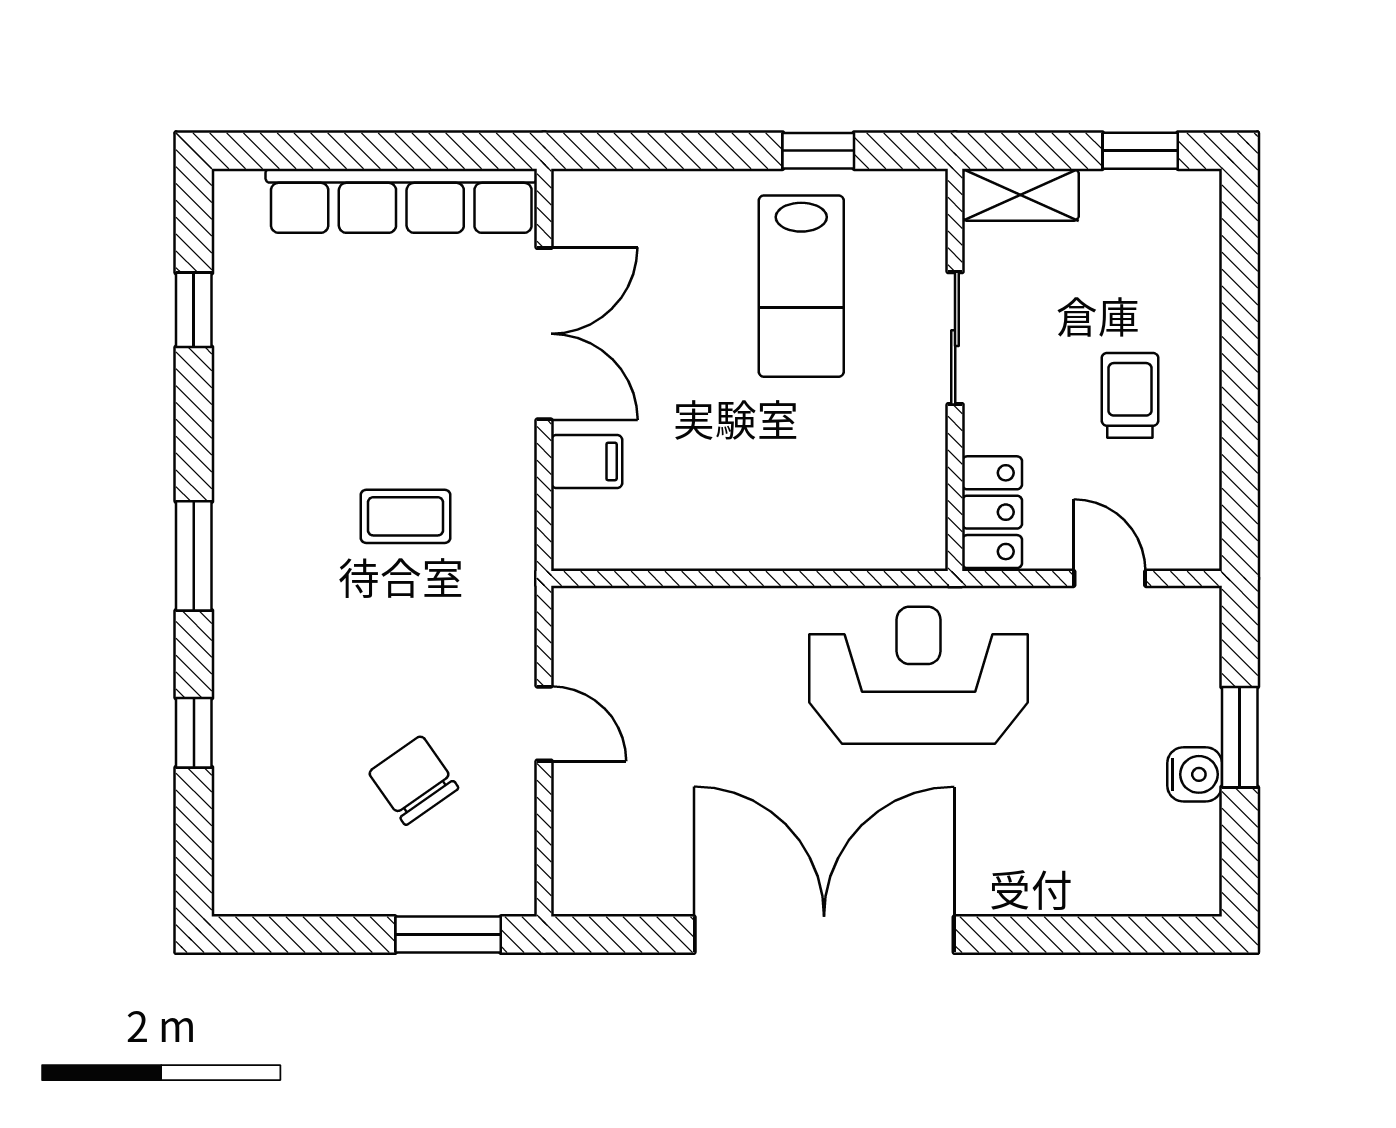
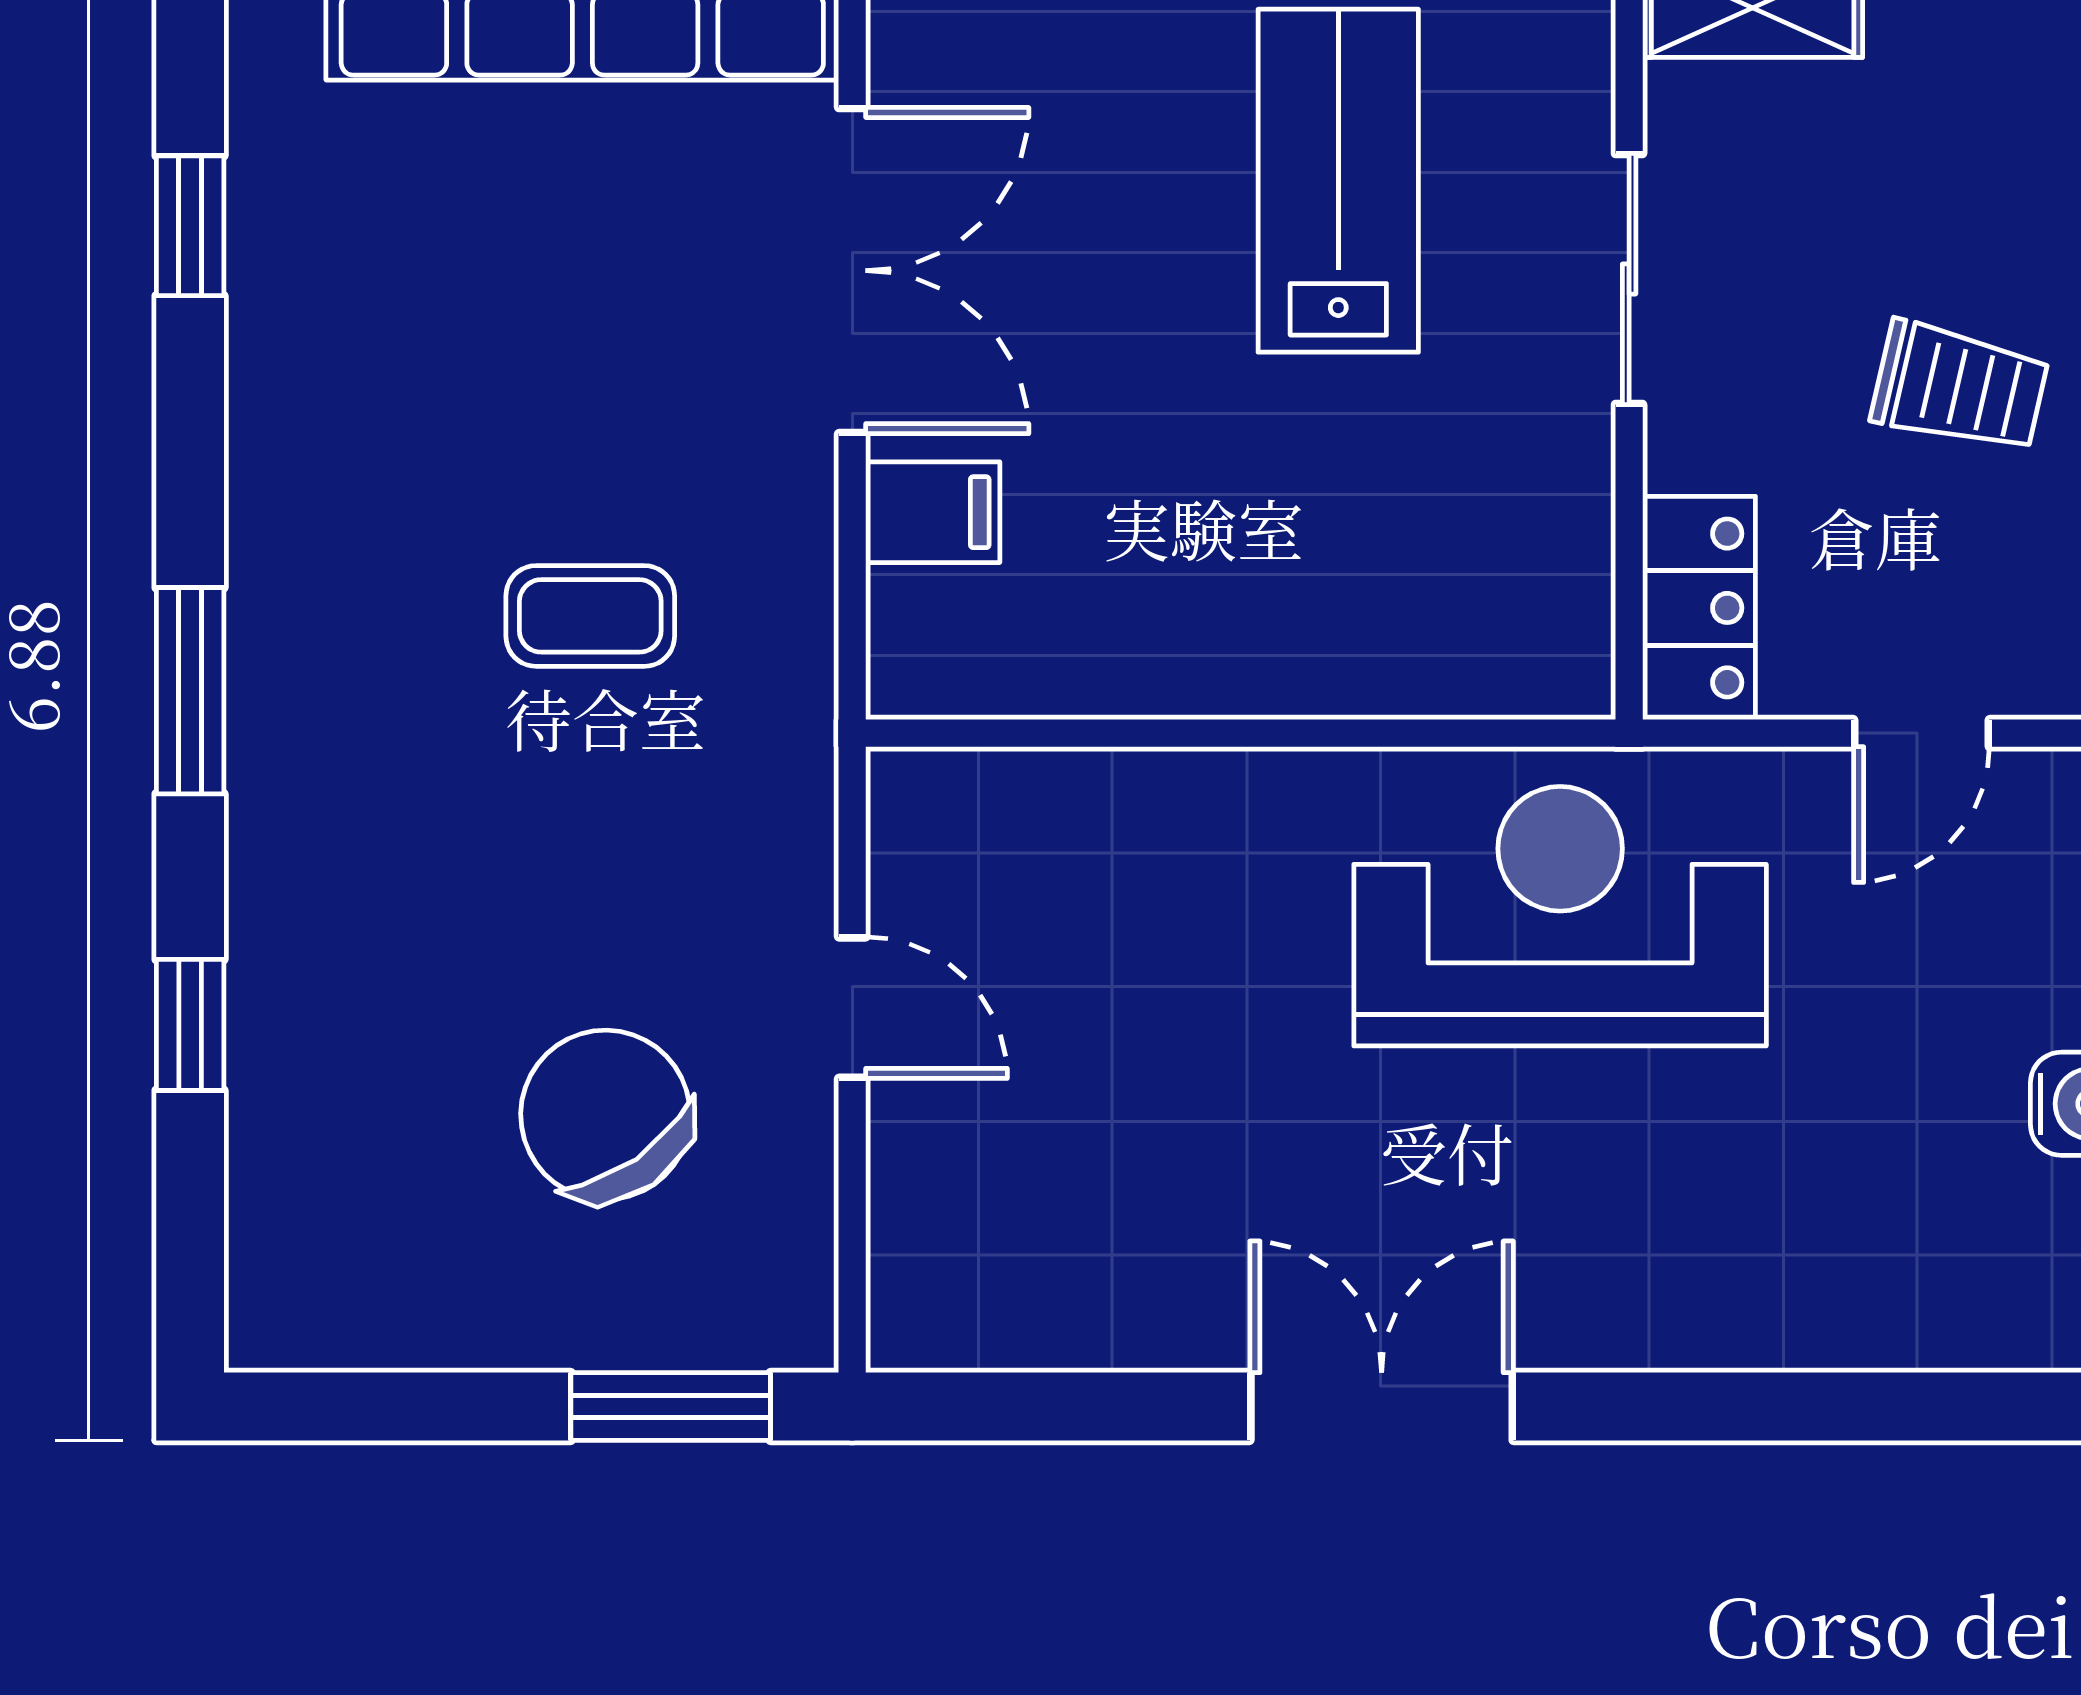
lab bench: (801, 286) -> (1338, 181), turned 180
trolley: (1130, 395) -> (1960, 387), turned 103
door: (1110, 578) -> (1921, 733), swing flipped
chair: (414, 780) -> (605, 1115), width x1.37, depth x1.37
double door: (824, 935) -> (1382, 1406), width x0.54

